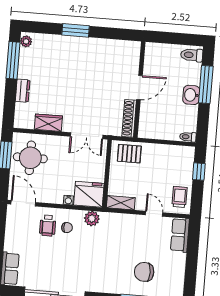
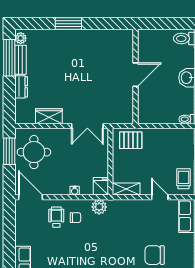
bench: (24, 63) -> (20, 60), added
shoe rack: (129, 118) -> (128, 106), removed
fridge: (89, 194) -> (101, 186), width x0.53, depth x0.75
wheelchair: (48, 226) -> (56, 217), turned 180

